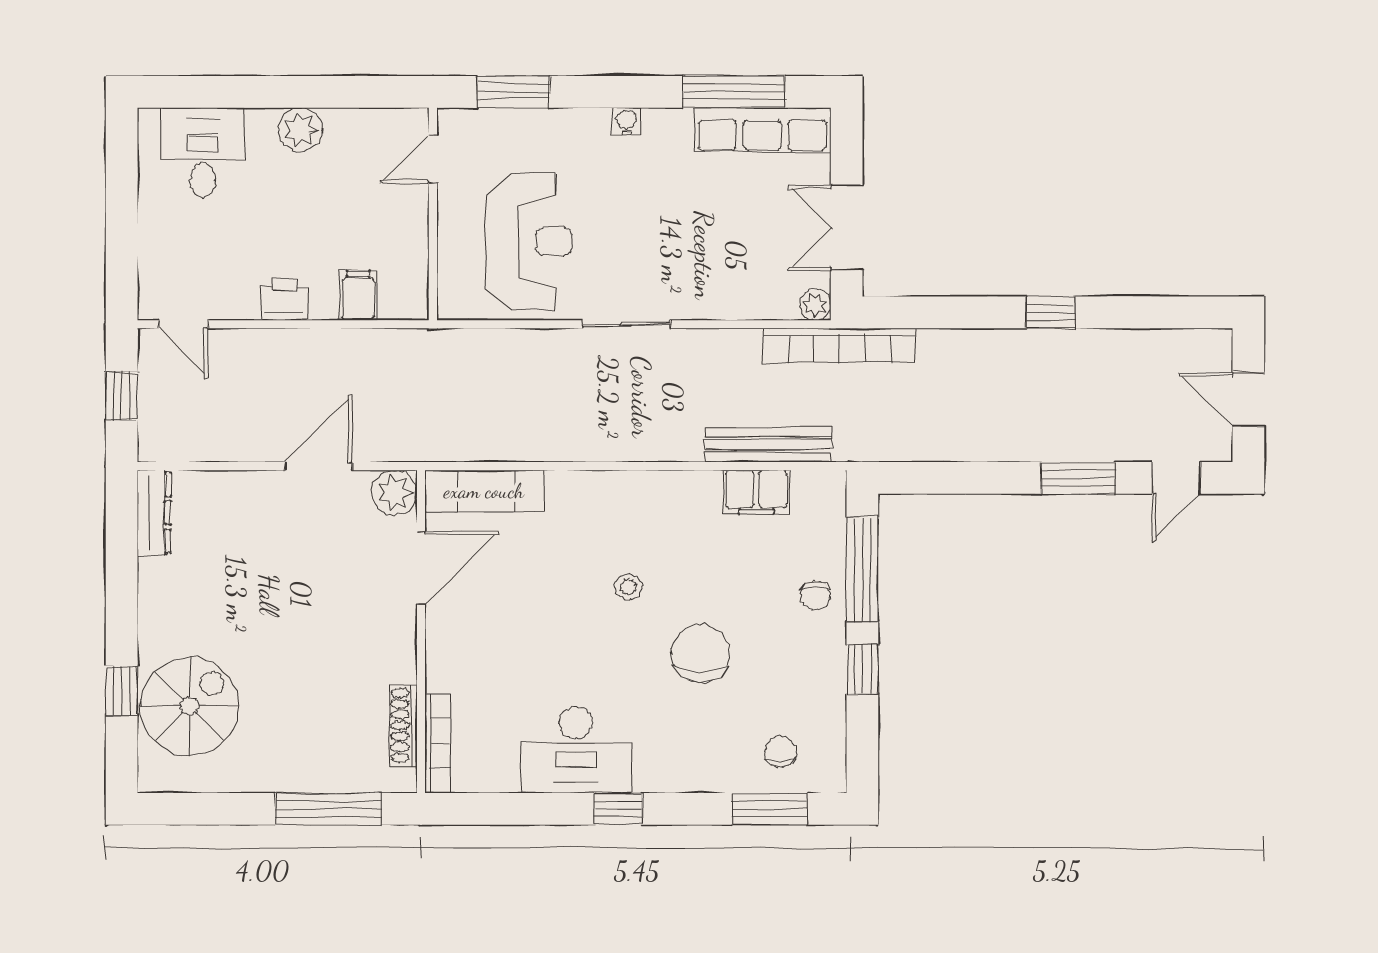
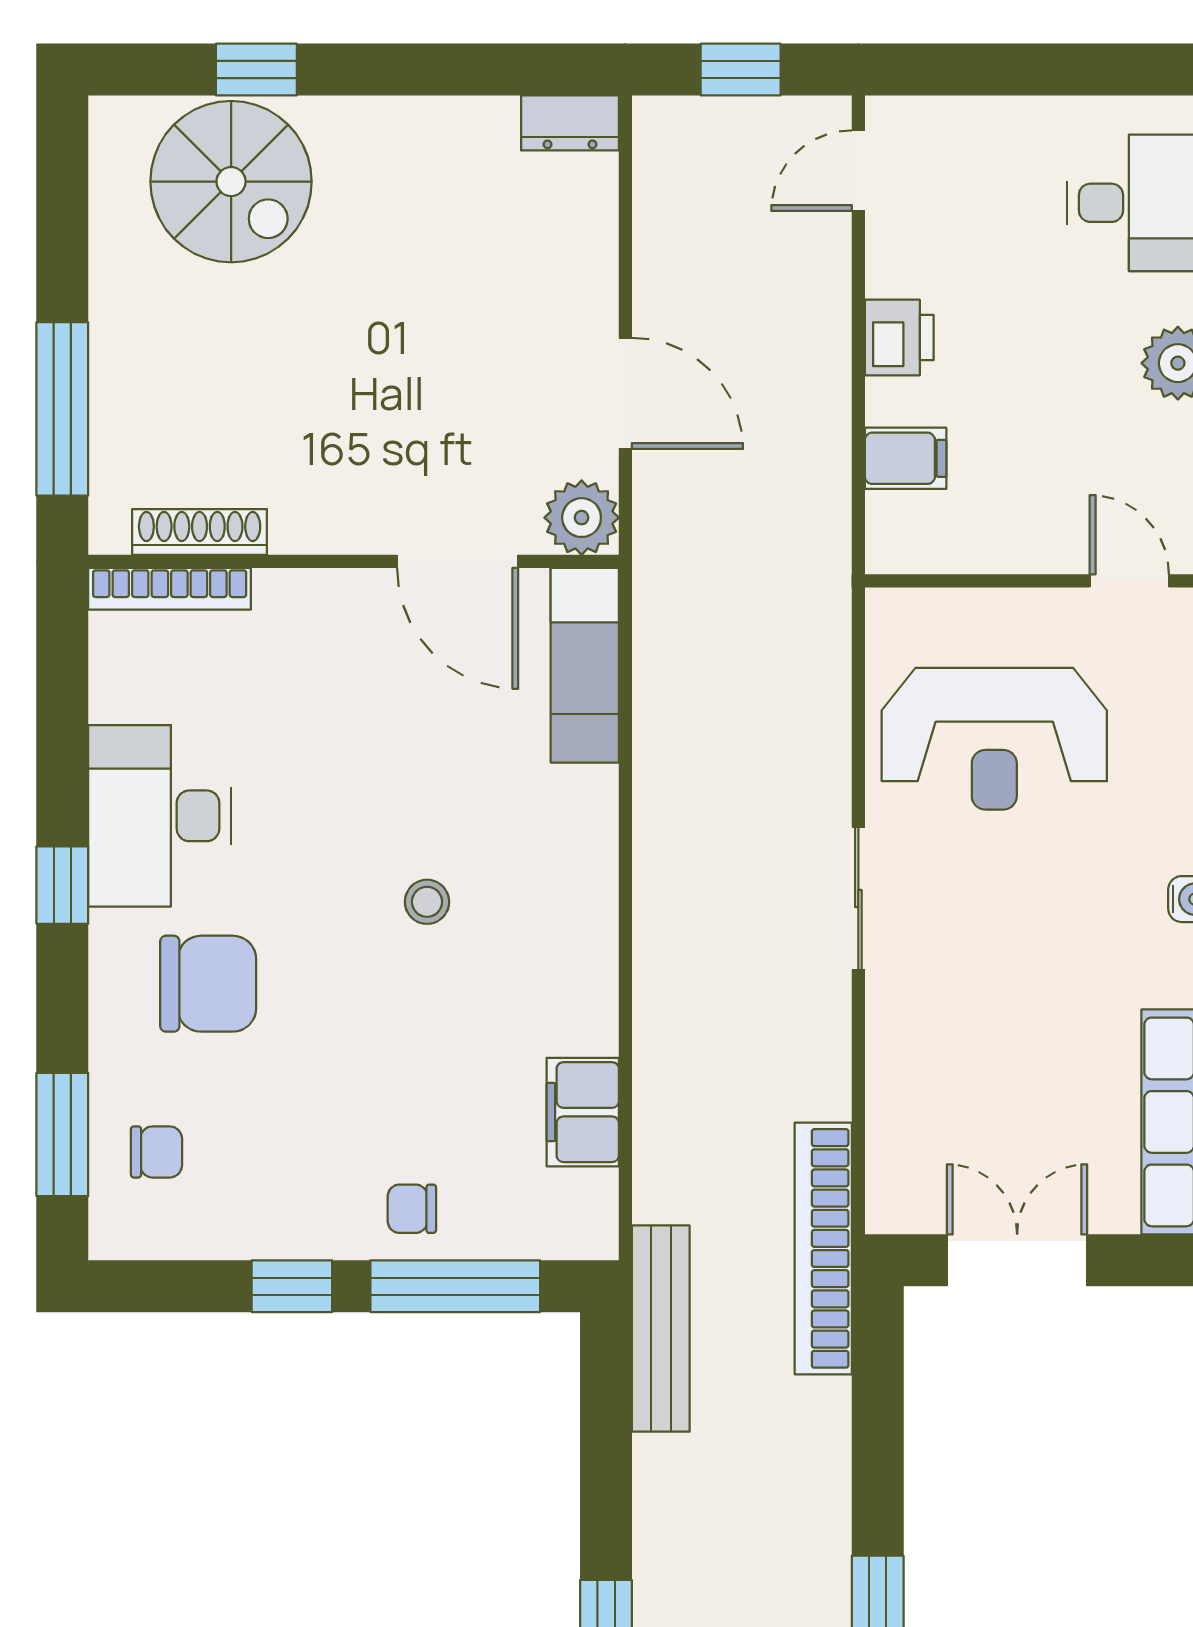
plant: (815, 305) -> (891, 1209), removed
bench: (768, 445) -> (661, 1329), moved
dresser: (154, 513) -> (570, 123), width x0.70
chair: (700, 653) -> (208, 984), moved

